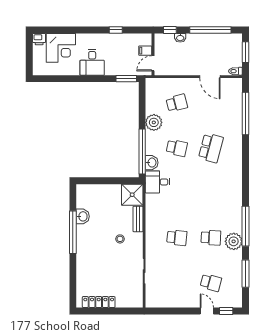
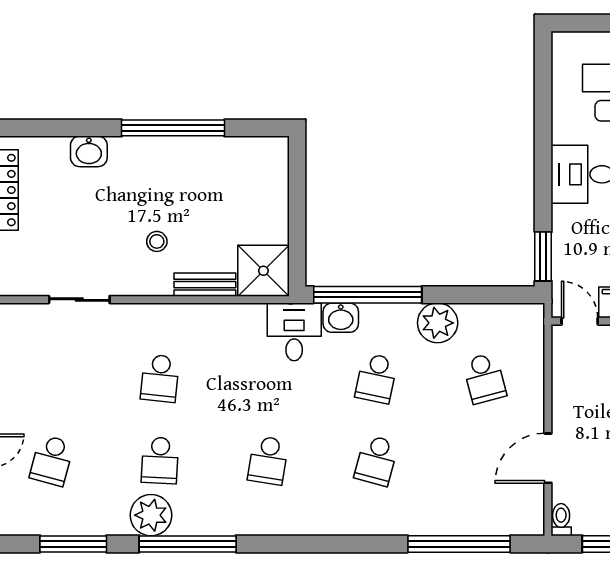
school desk: (211, 148) -> (376, 460), width x0.54
school desk: (211, 193) -> (268, 460), added
washbasin: (83, 216) -> (89, 151), moved

